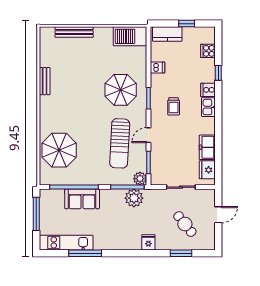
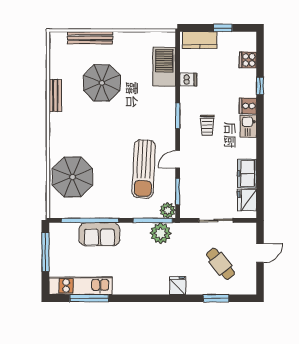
barbecue: (130, 36) -> (164, 67), moved, turned 90
parasol: (121, 90) -> (102, 83), moved
window: (85, 253) -> (89, 298), moved

